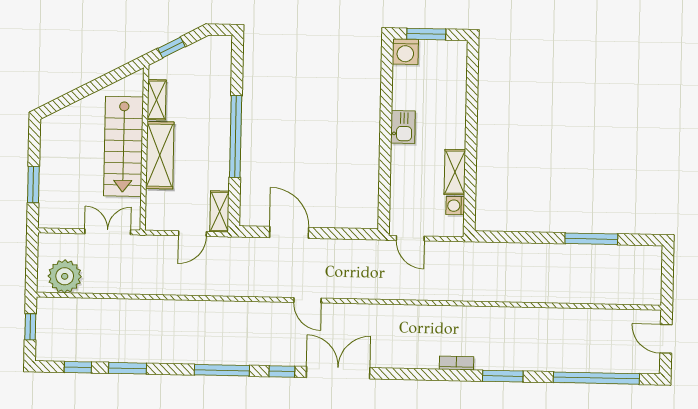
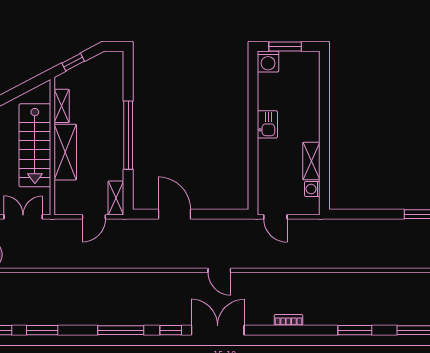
door: (307, 300) -> (219, 270), moved
bookcase: (456, 363) -> (288, 320), moved

